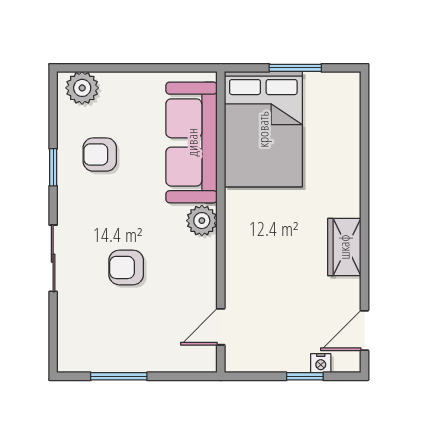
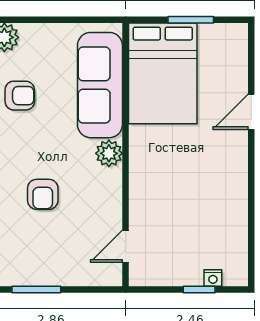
armchair: (100, 155) -> (20, 96), turned 180
wardrobe: (344, 247) -> (234, 176), removed
armchair: (126, 267) -> (43, 194), turned -90
door: (364, 330) -> (251, 112), moved

